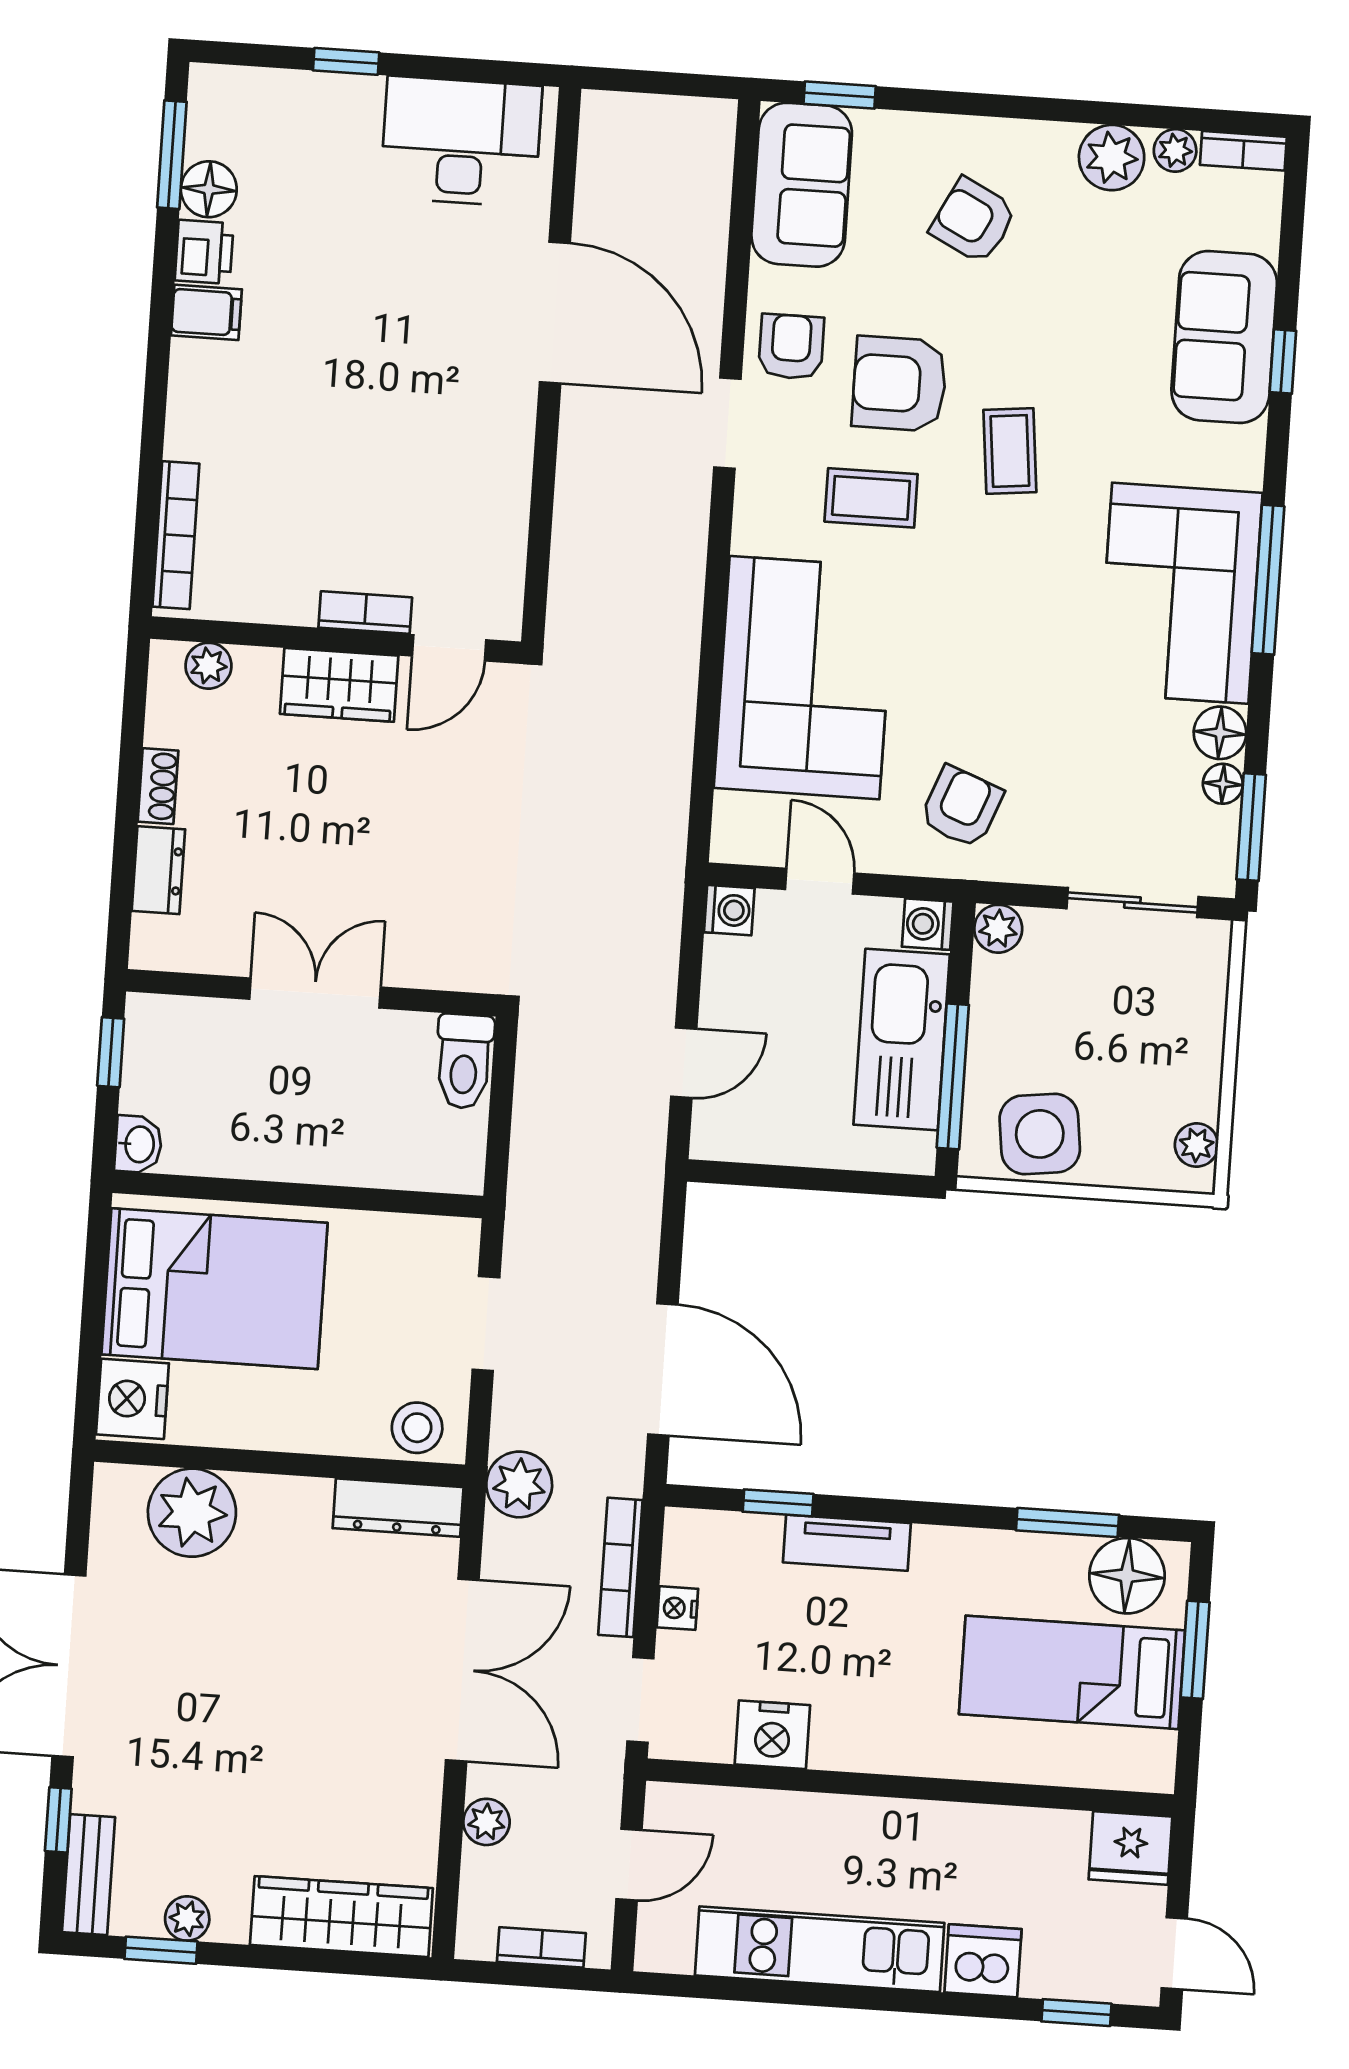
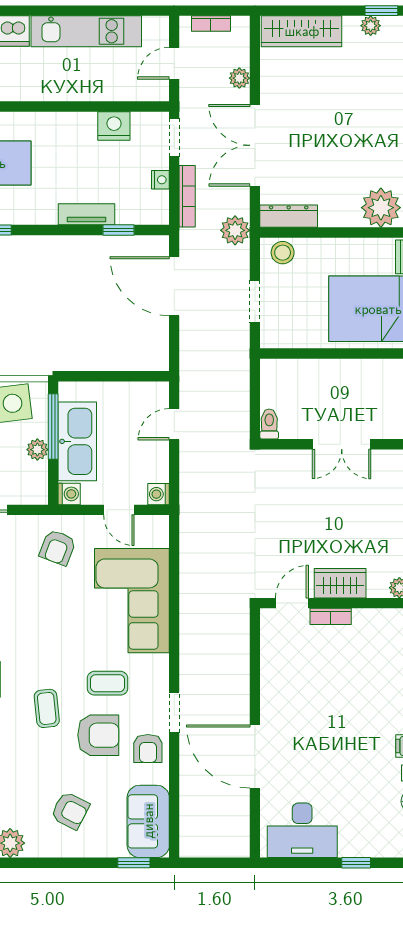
plant: (998, 929) -> (37, 450), moved
toilet: (464, 1061) -> (269, 424), width x0.73, depth x0.72

